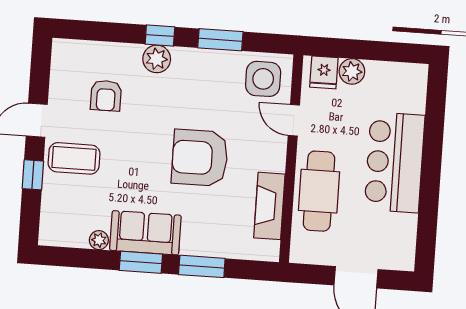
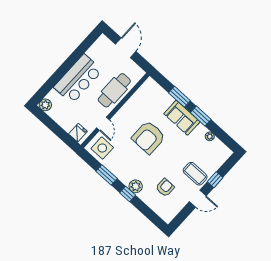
plant: (352, 71) -> (45, 105), moved
armchair: (200, 158) -> (149, 137), turned 90
fireplace: (269, 206) -> (137, 99), removed
sofa: (145, 233) -> (182, 118), moved

